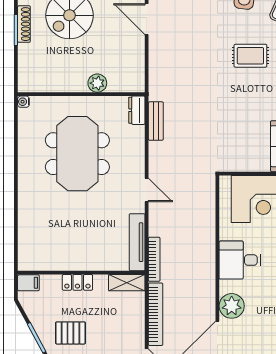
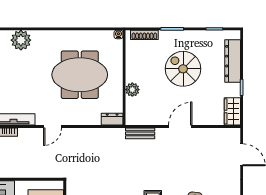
shoe rack: (24, 24) -> (144, 35), moved
bench: (156, 121) -> (140, 133), moved
plant: (31, 232) -> (21, 40), added

